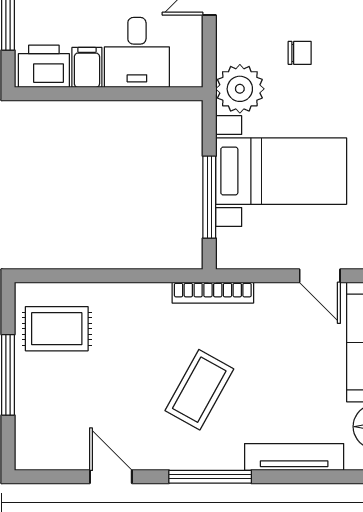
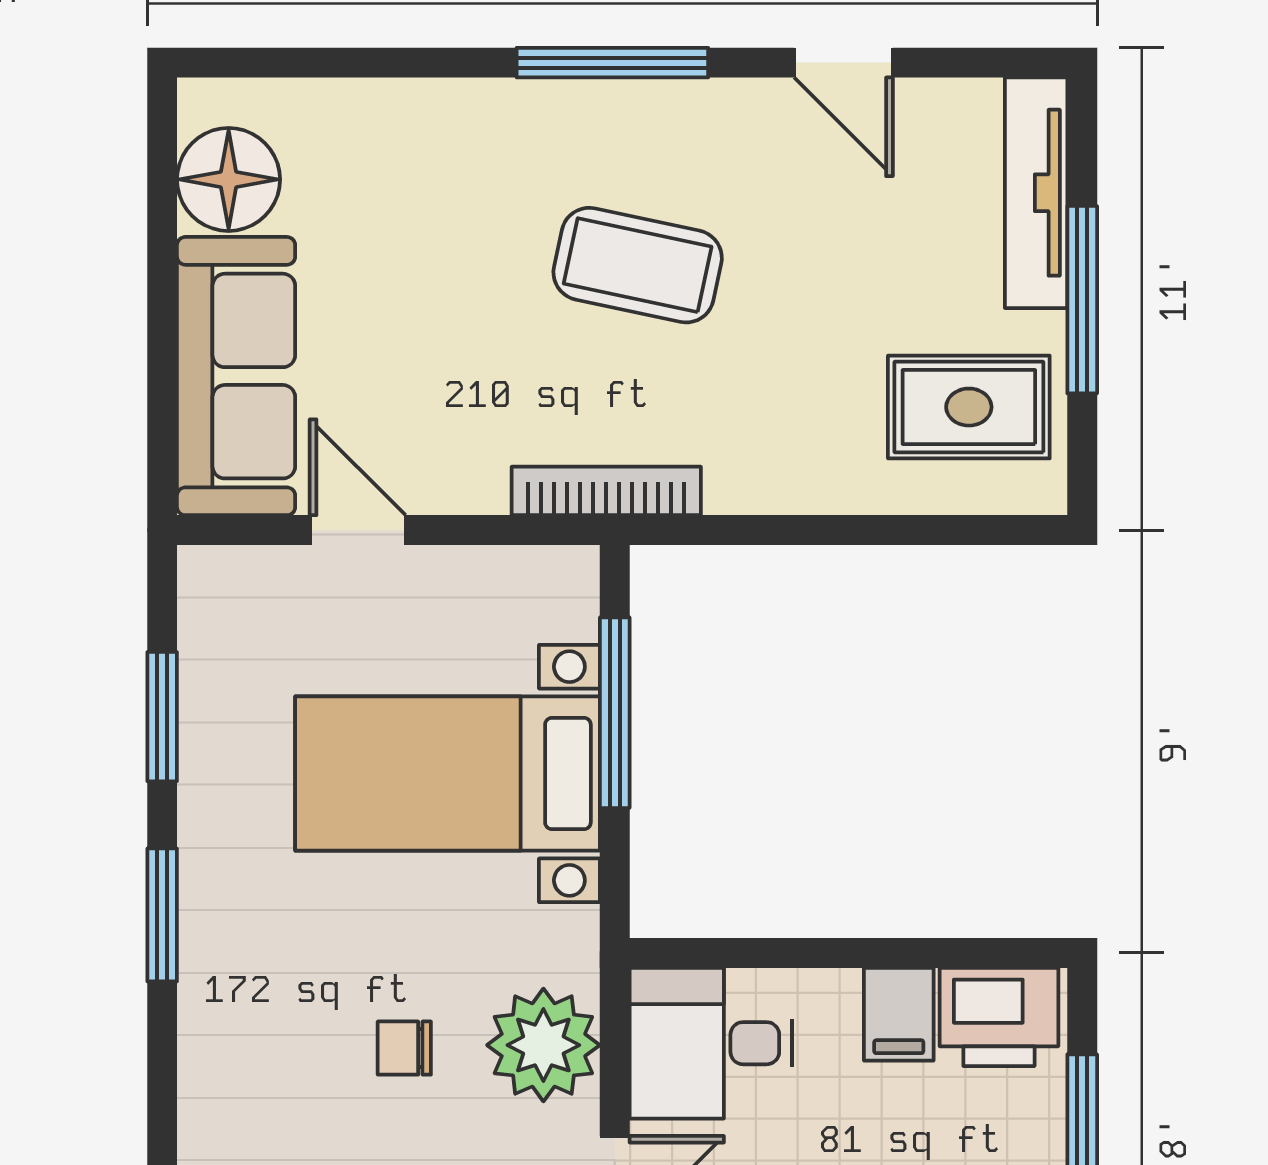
desk: (137, 52) -> (711, 1043), moved, turned -90
plant: (240, 89) -> (543, 1045), moved
coffee table: (199, 390) -> (638, 265), turned 73
tv unit: (294, 457) -> (1036, 193), moved, turned 90

